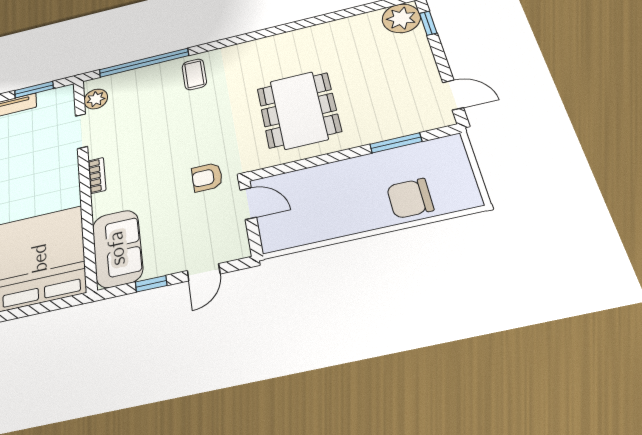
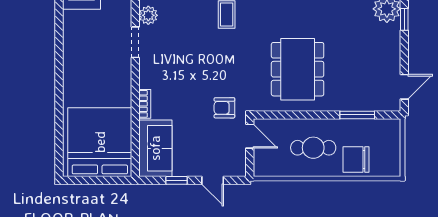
door: (453, 95) -> (404, 87), hinge flipped
bookcase: (97, 175) -> (145, 104), moved
cafe table: (343, 197) -> (313, 148), added
door: (204, 272) -> (213, 180), hinge flipped

